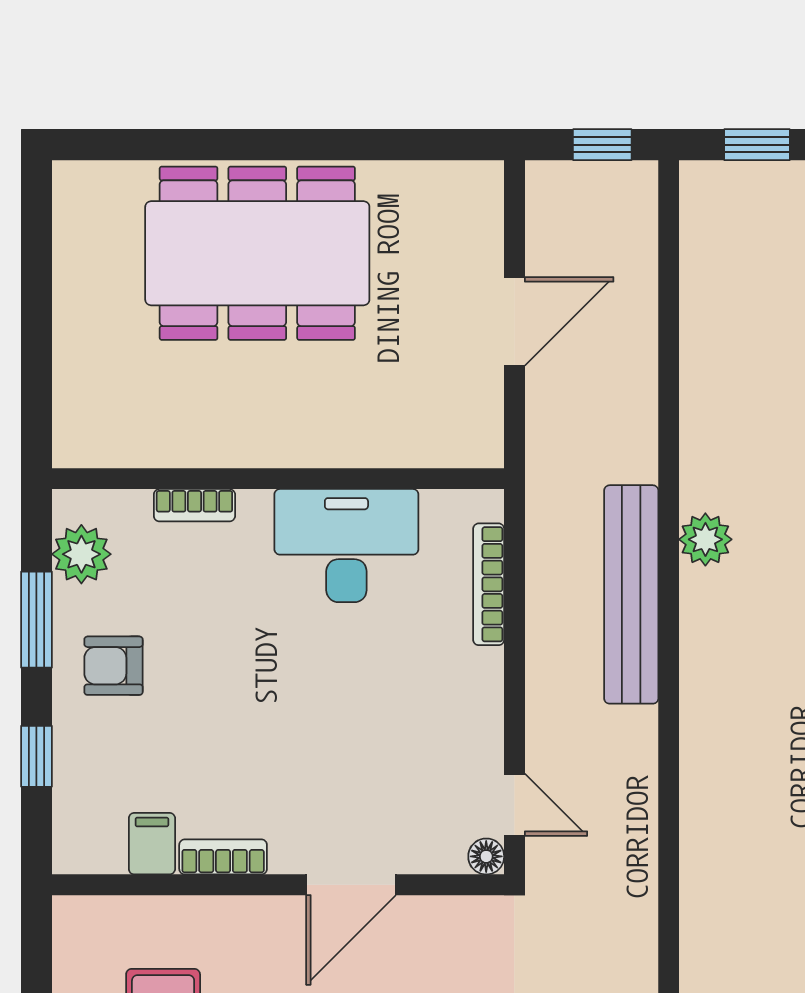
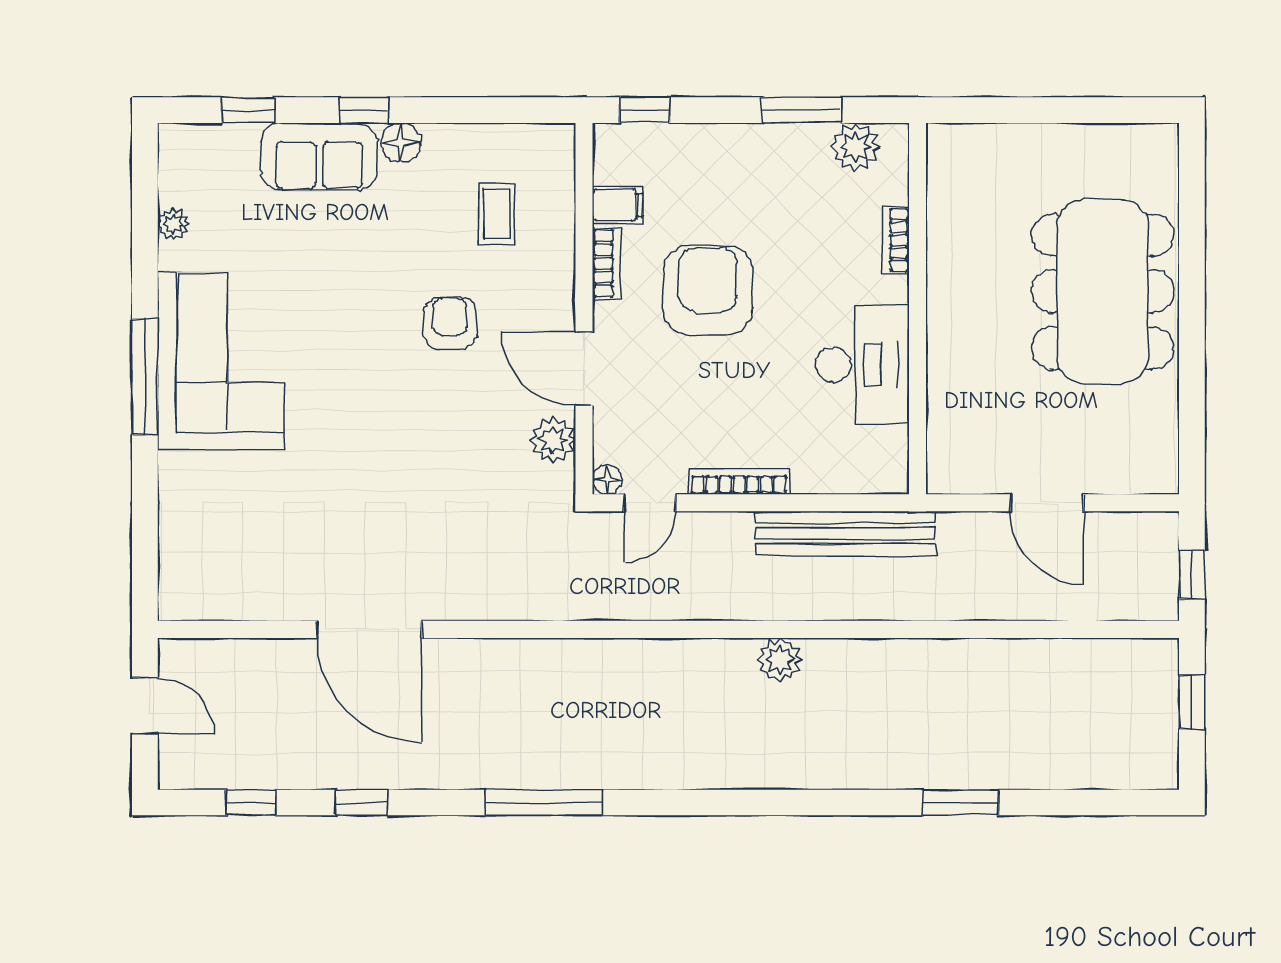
plant: (705, 539) -> (780, 660), moved
bookcase: (489, 584) -> (739, 482), moved
bench: (631, 594) -> (846, 534), moved
armchair: (114, 666) -> (708, 290), moved, width x1.88, depth x1.88
window: (36, 756) -> (645, 110), moved
plant: (438, 922) -> (553, 440), added

